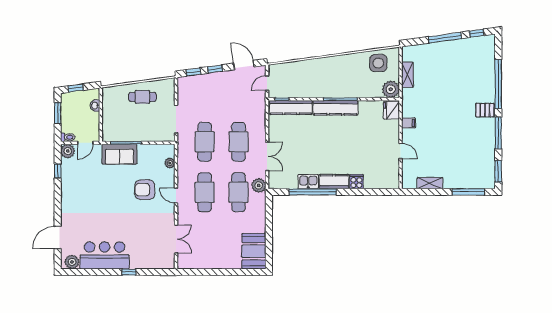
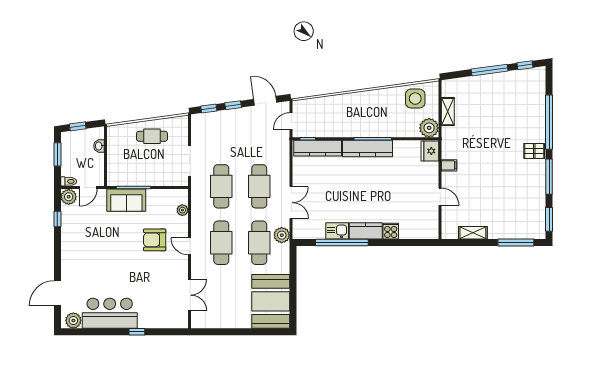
booth: (254, 251) -> (271, 301), width x1.36, depth x1.42

